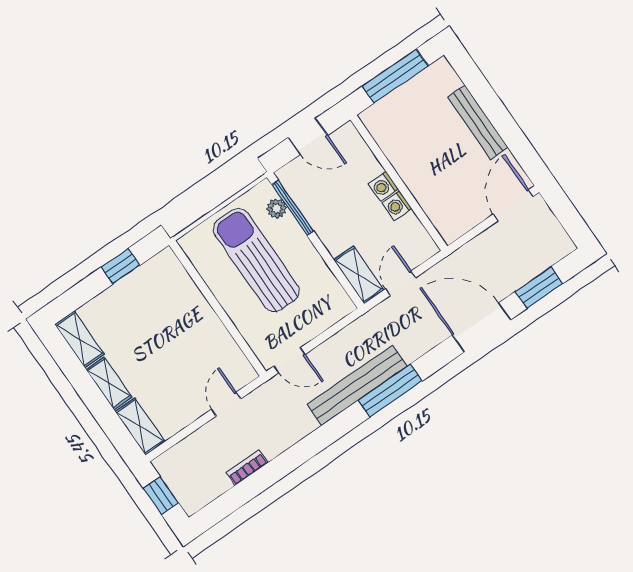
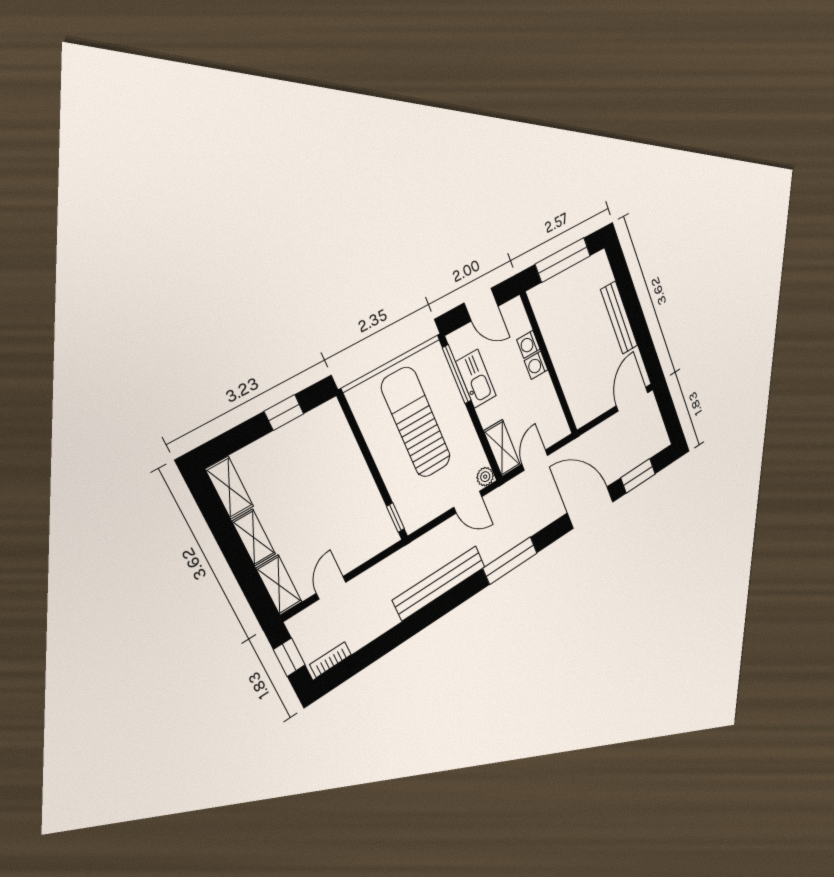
washing machine: (397, 206) -> (528, 344), moved
plant: (277, 208) -> (485, 477), moved
kitchen sink: (315, 209) -> (476, 379), added
window: (250, 355) -> (395, 518), added
door: (289, 360) -> (468, 502), moved
bench: (357, 385) -> (439, 583), moved
door: (226, 404) -> (331, 588), moved
bookcase: (247, 468) -> (331, 660), moved

